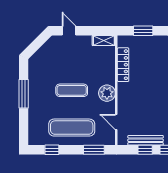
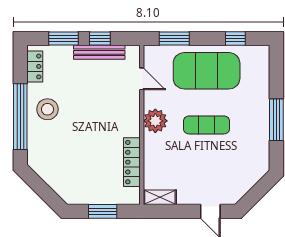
exercise mat: (72, 128) -> (207, 71), width x1.47

